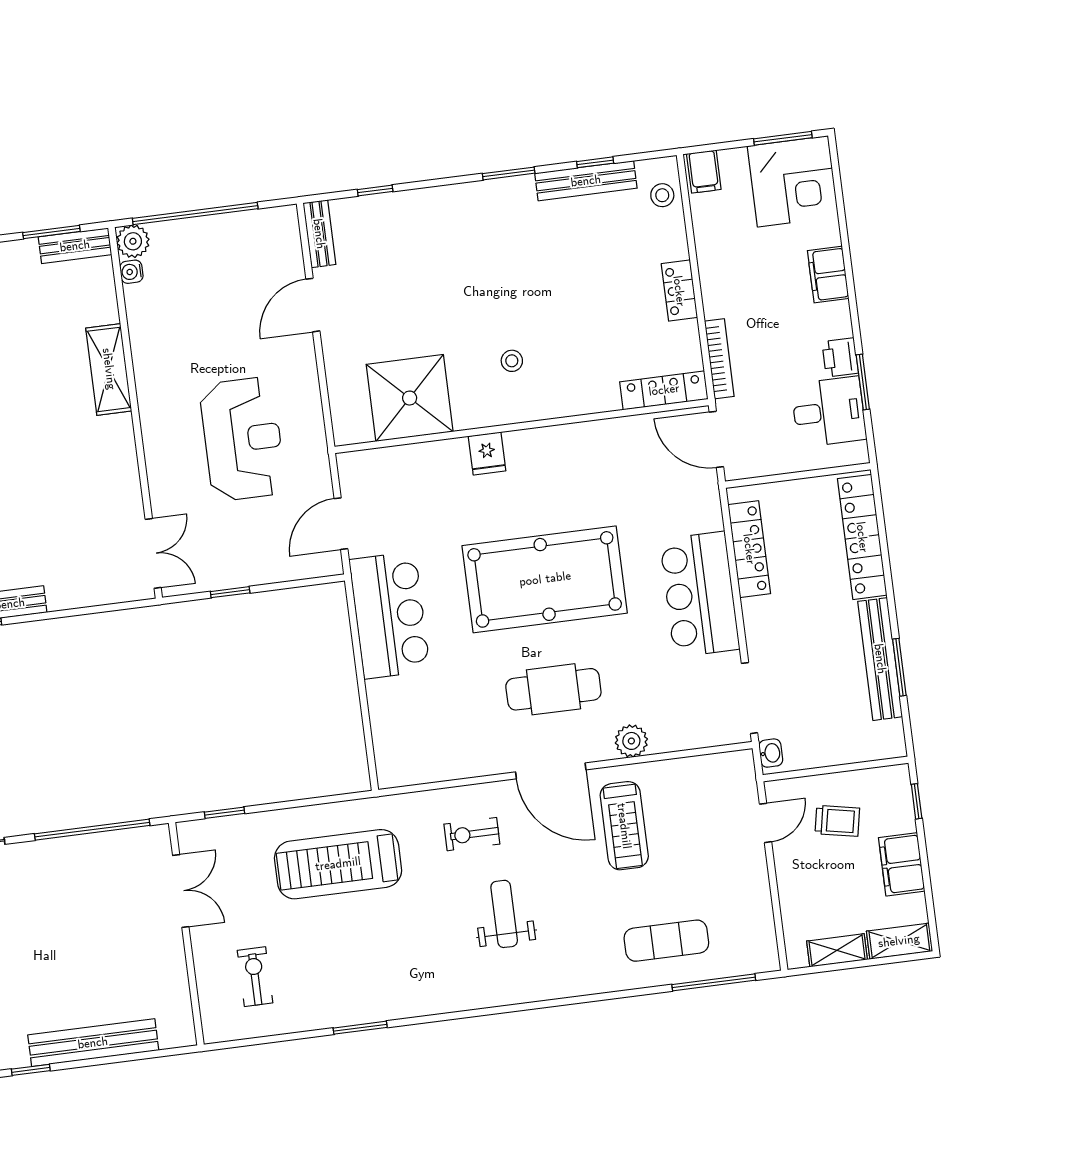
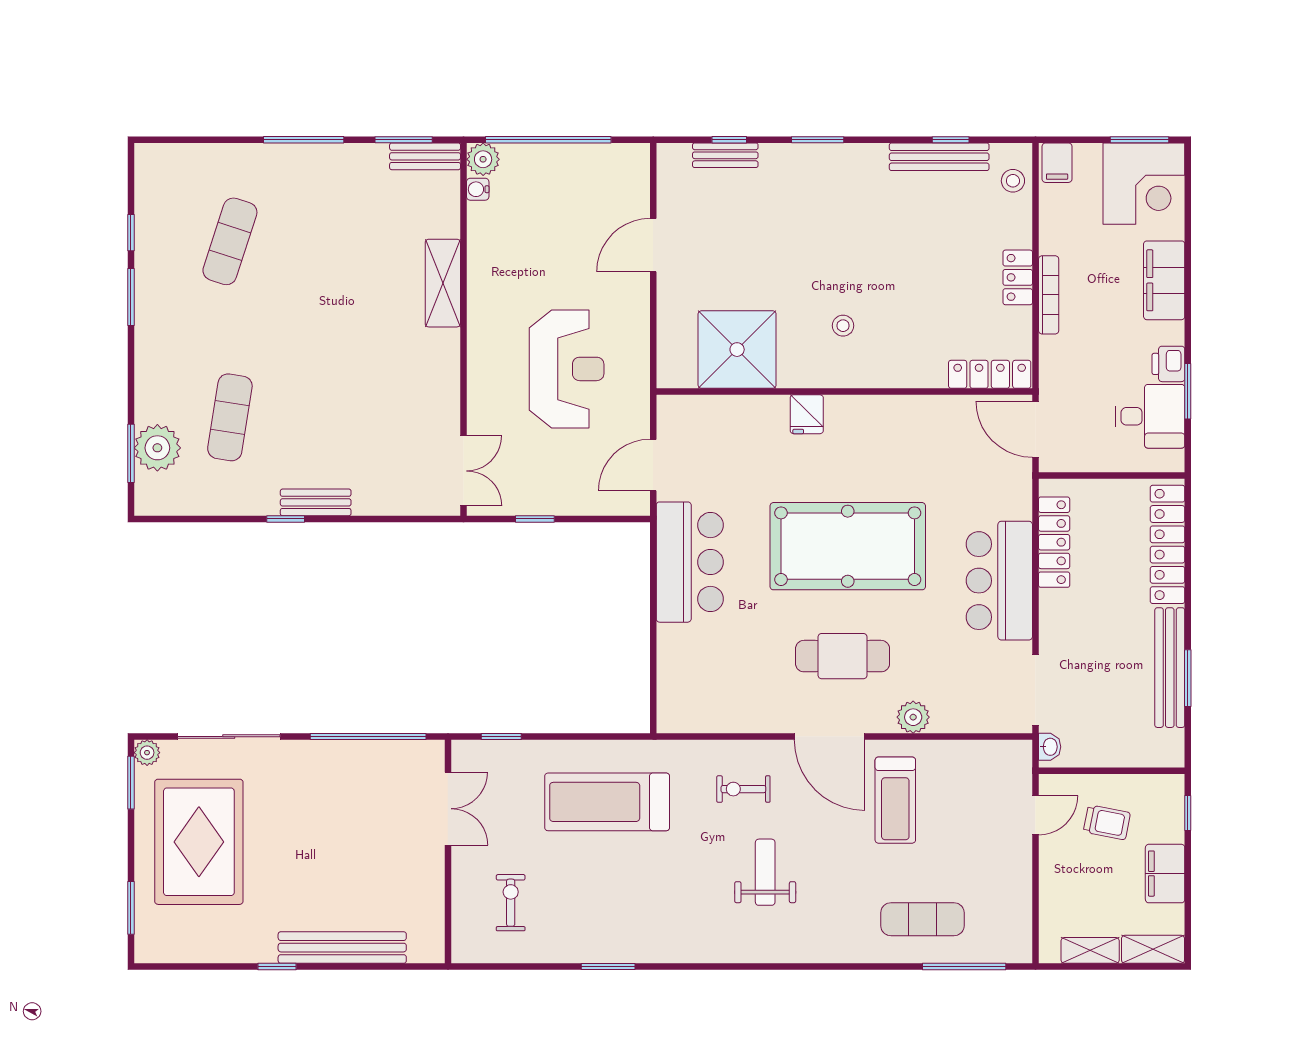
window: (509, 173) -> (818, 140), moved
bench: (319, 234) -> (725, 155), moved, turned 90
filing cabinet: (828, 275) -> (1164, 280), width x1.50, depth x1.17
bookcase: (719, 359) -> (1049, 295), moved

